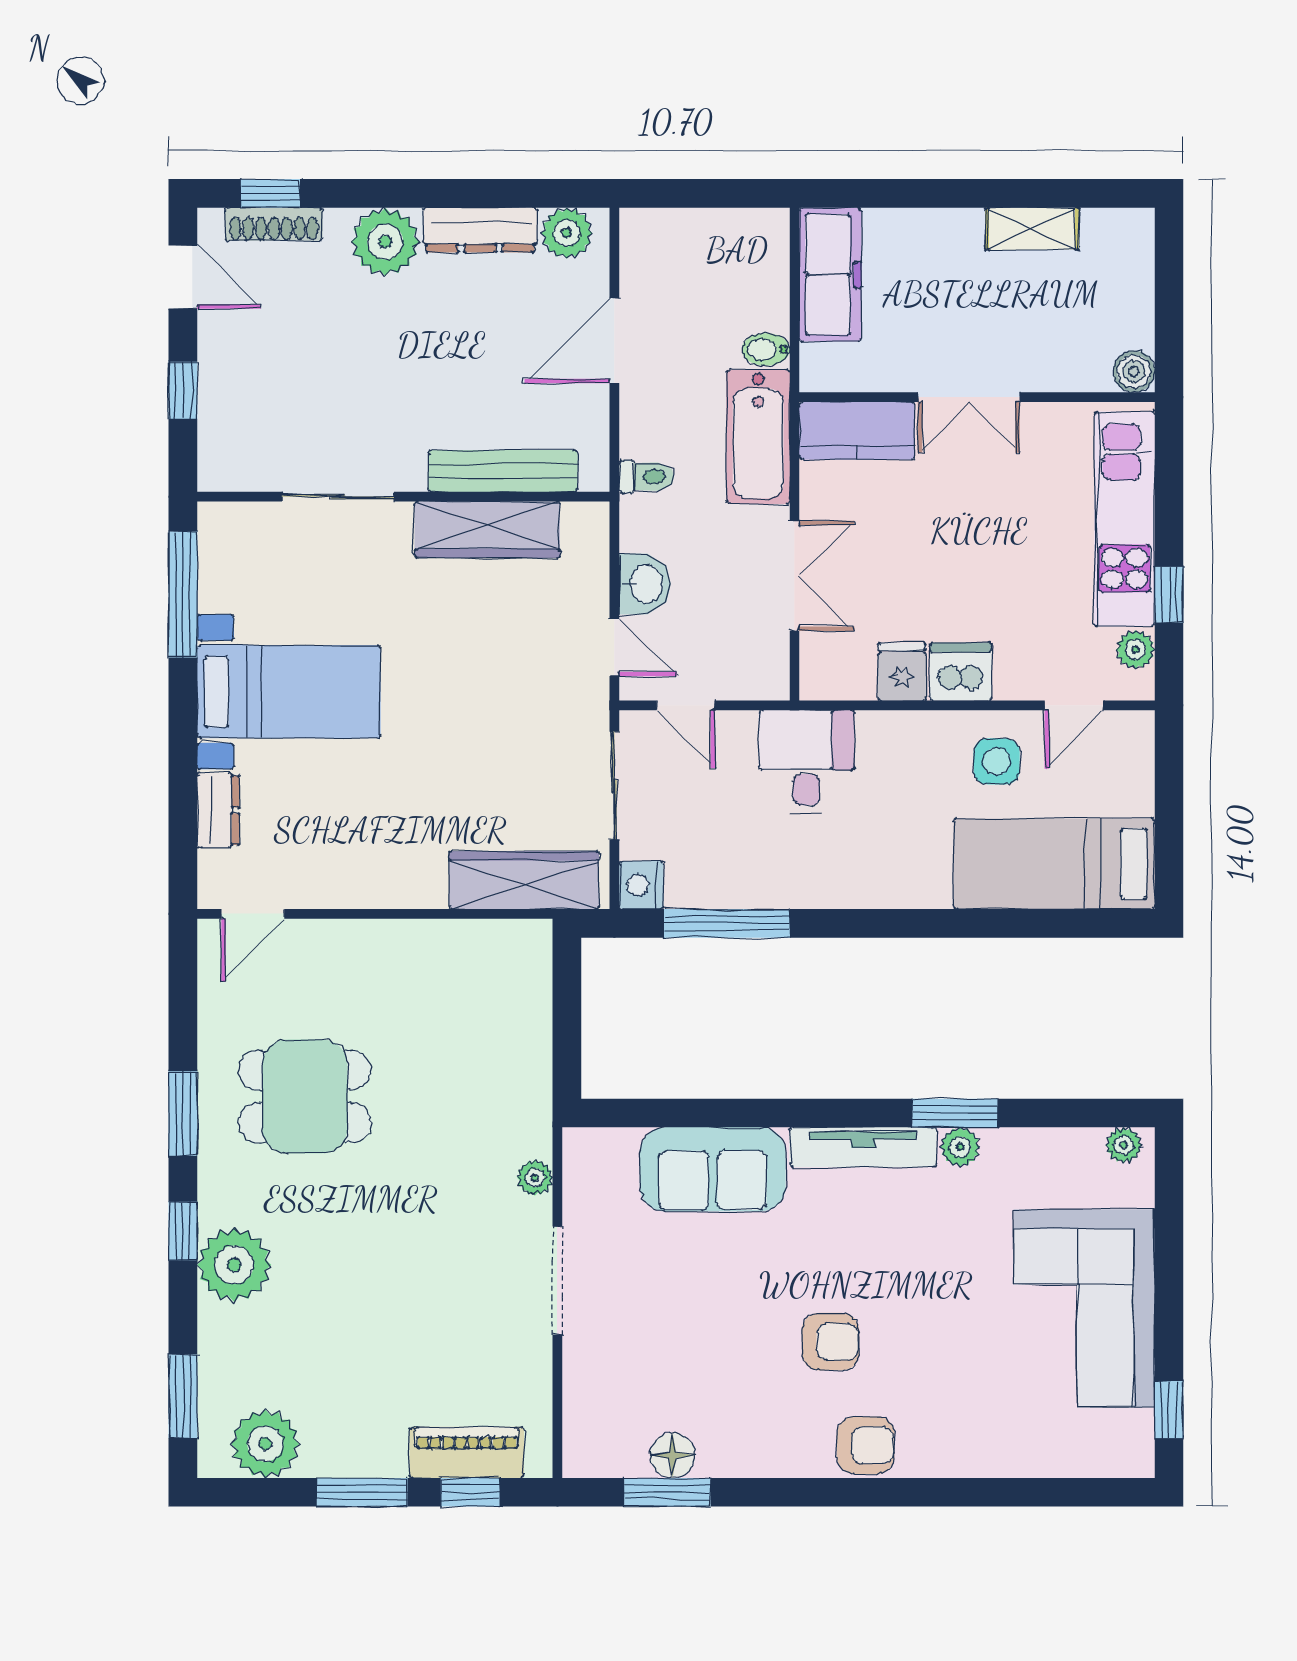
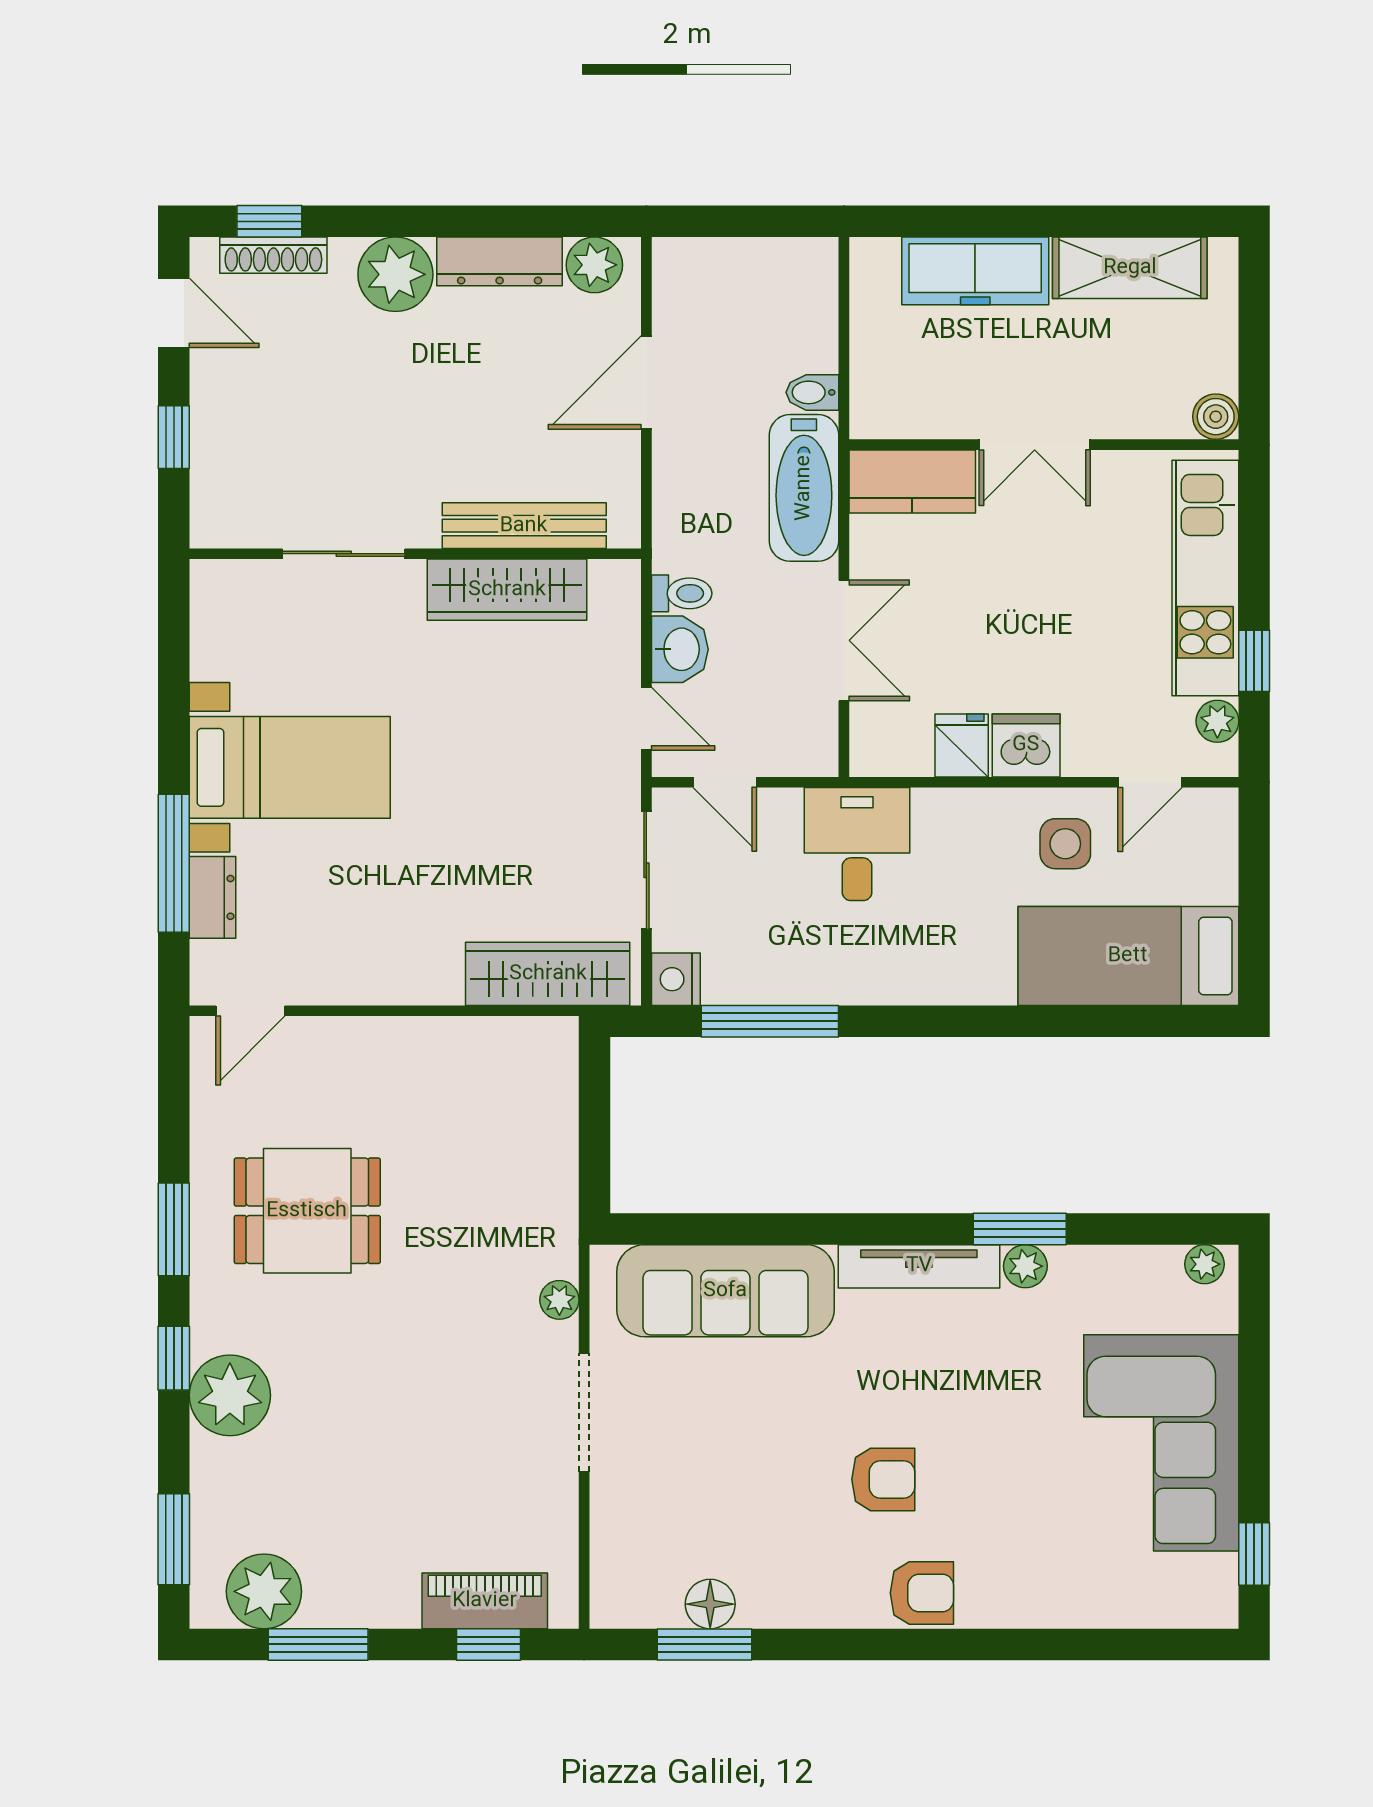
shelving: (1032, 229) -> (1130, 268), width x1.50, depth x1.33
freezer: (830, 274) -> (975, 271), moved, turned 90
toilet: (647, 477) -> (682, 593), moved
window: (183, 594) -> (174, 863), moved
sofa: (713, 1169) -> (725, 1291), width x1.36
window: (362, 1492) -> (318, 1644), moved

